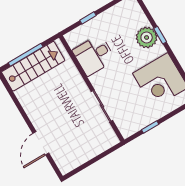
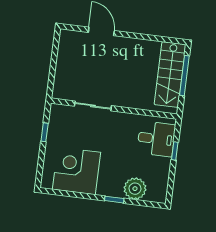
plant: (147, 37) -> (135, 189), moved
desk: (94, 55) -> (156, 139), moved, turned 90

